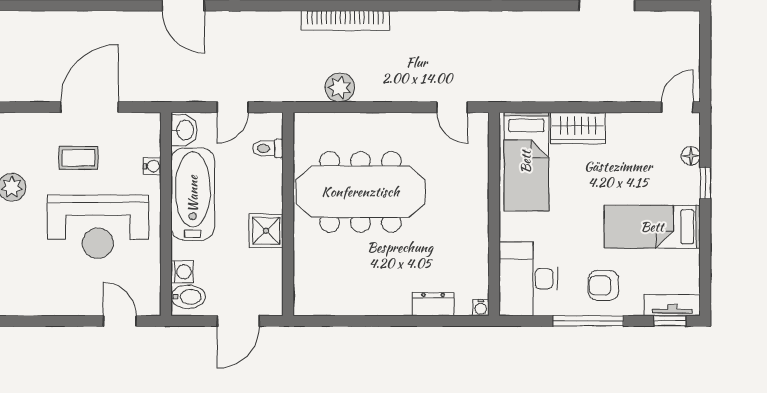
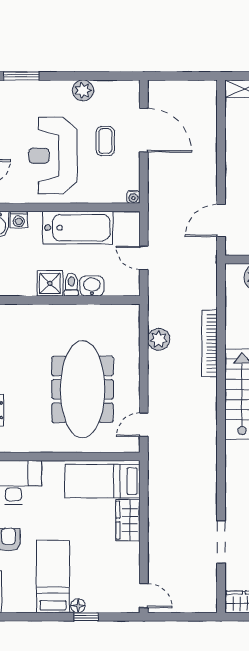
door: (90, 107) -> (144, 130), moved
washbasin: (184, 130) -> (92, 286), moved, turned 180
toilet: (268, 148) -> (71, 285), moved
floor lamp: (691, 156) -> (78, 606), moved
water cooler: (152, 166) -> (133, 197), moved
meeting table: (360, 192) -> (83, 389), moved

